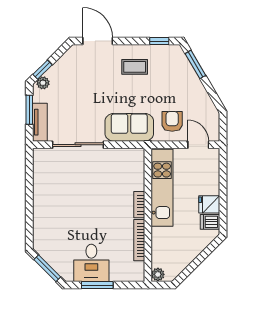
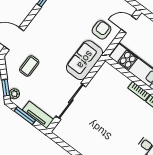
coffee table: (135, 67) -> (29, 66), moved
armchair: (172, 121) -> (102, 30), turned 90

